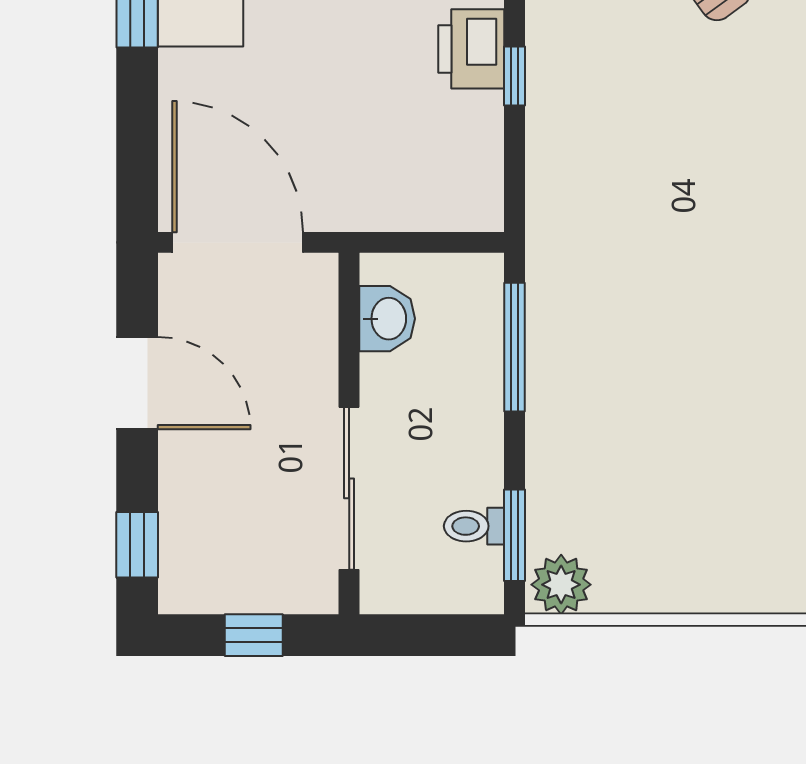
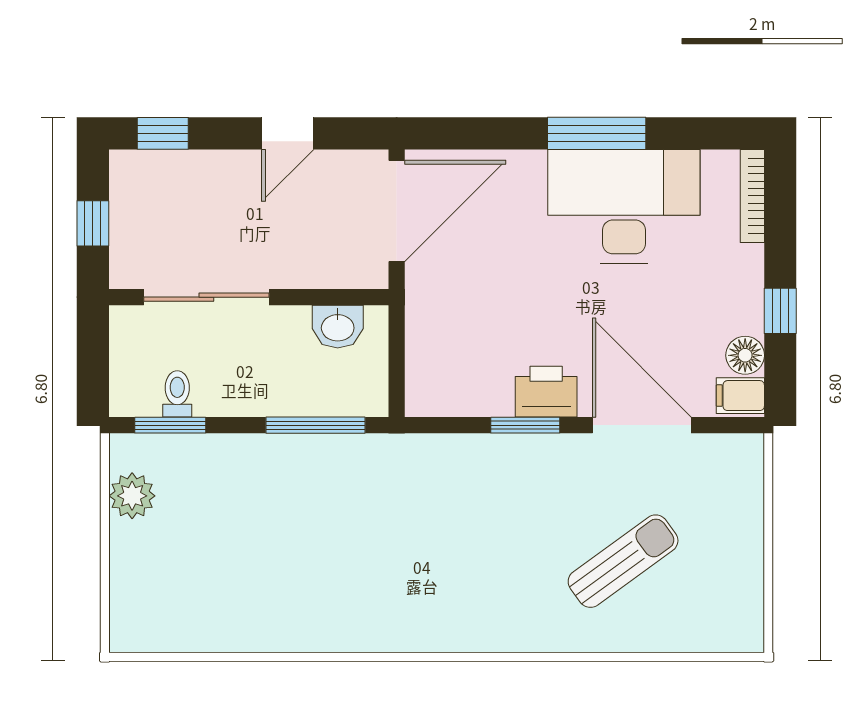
window: (514, 76) -> (525, 425), width x1.50
door: (137, 383) -> (288, 133), width x0.73
plant: (561, 585) -> (132, 496), moved

